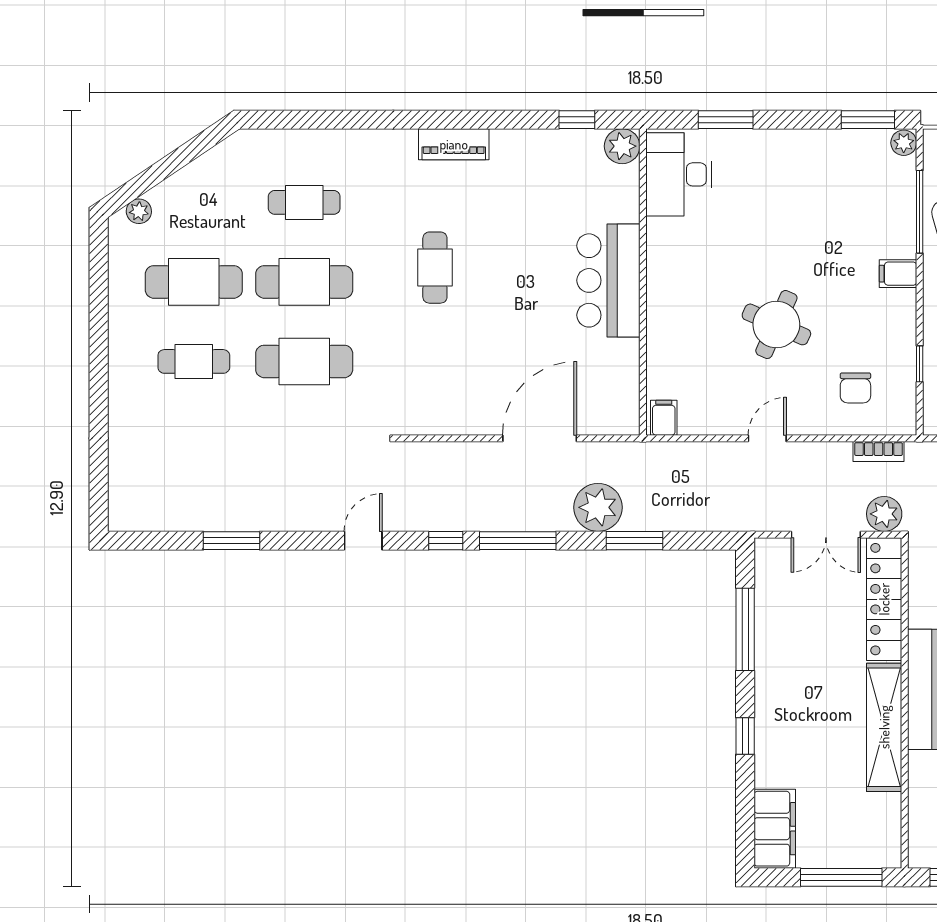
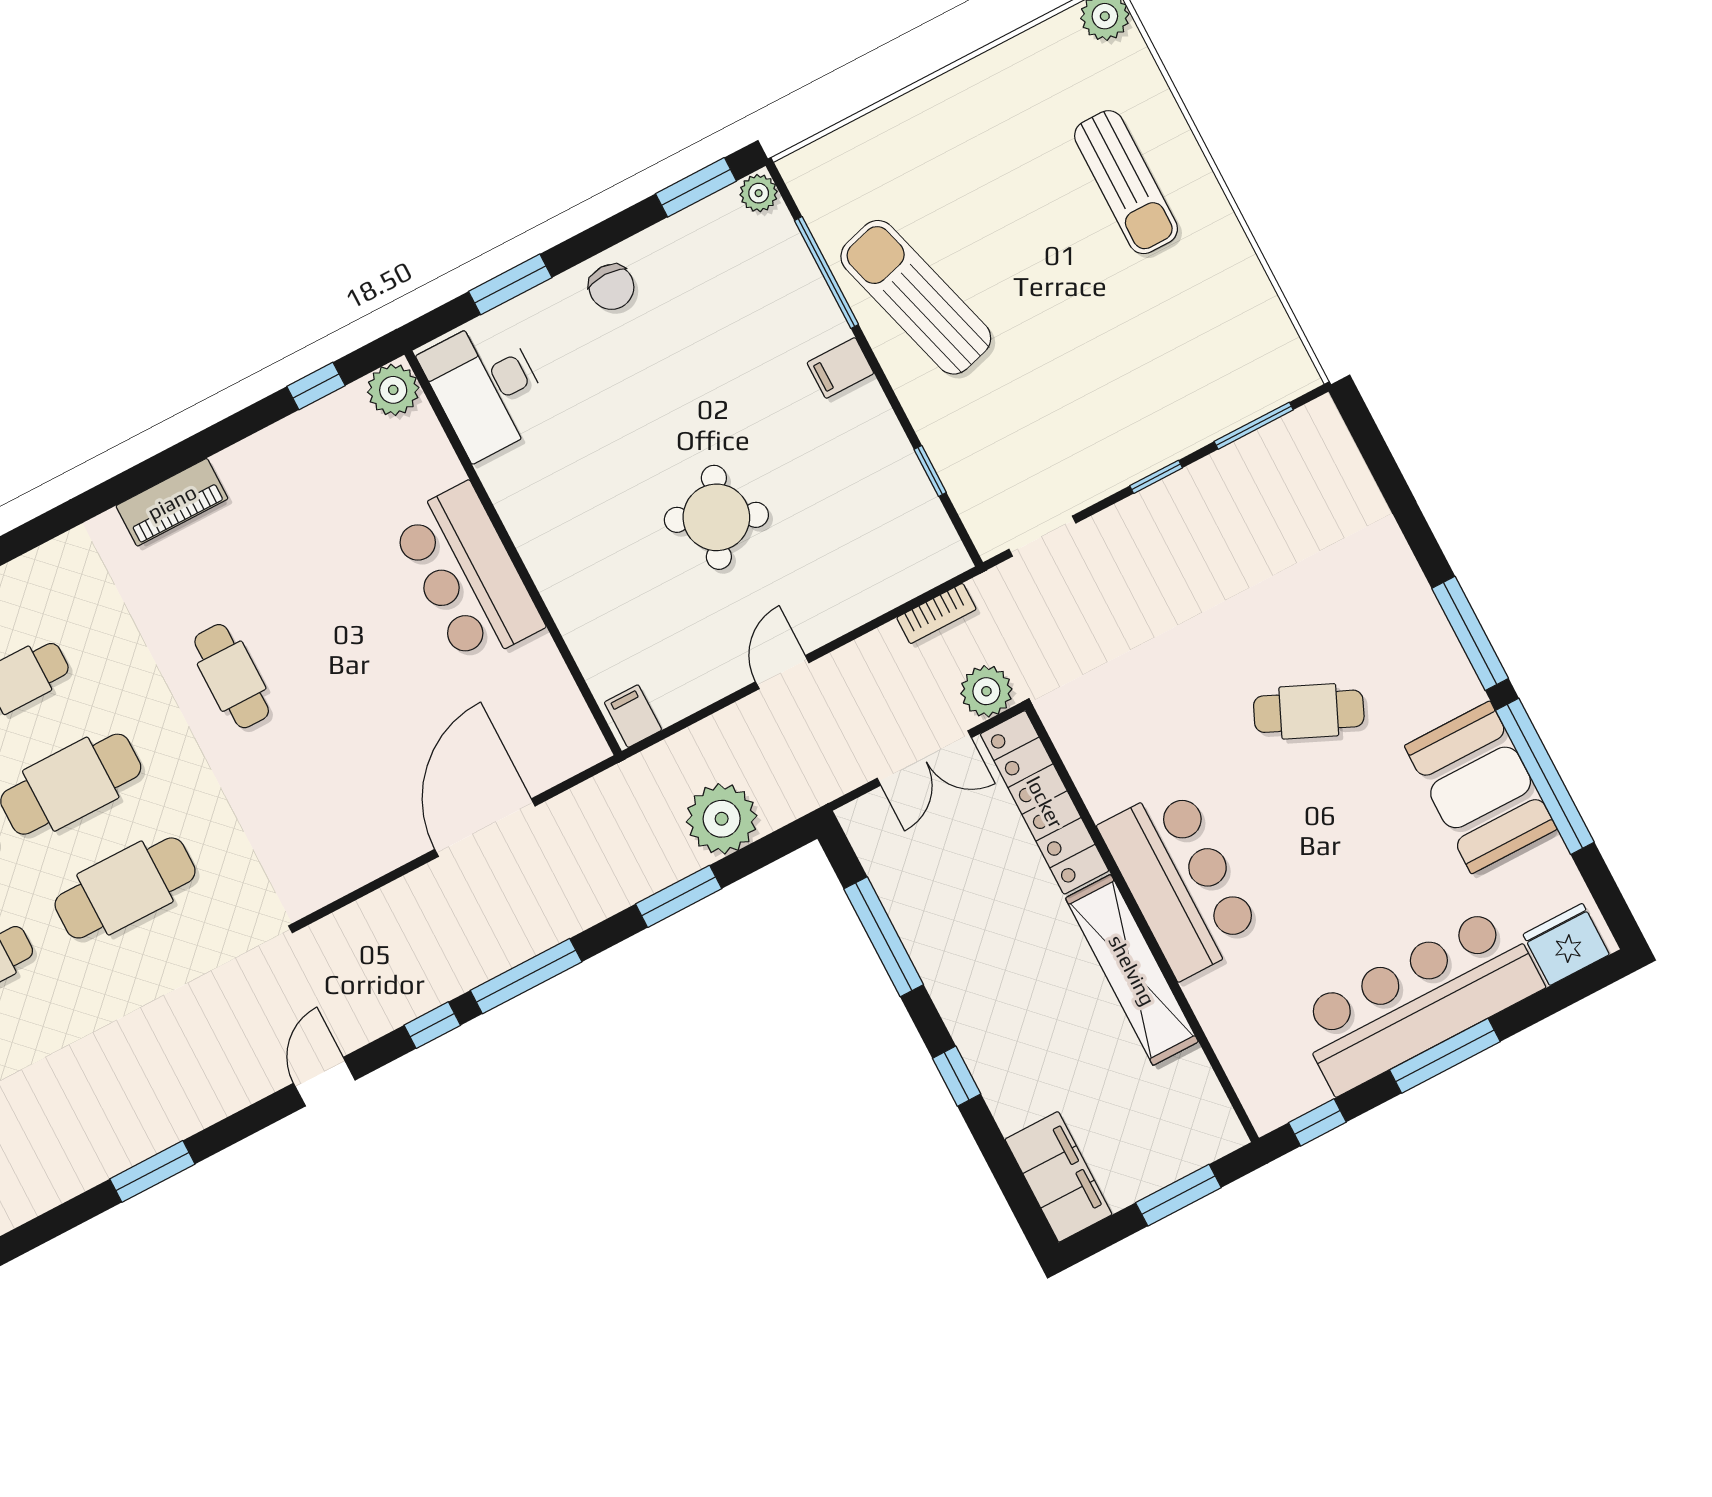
chair: (855, 388) -> (611, 287), moved
plant: (598, 507) -> (722, 819), moved
window: (841, 877) -> (1178, 1195), width x0.69

